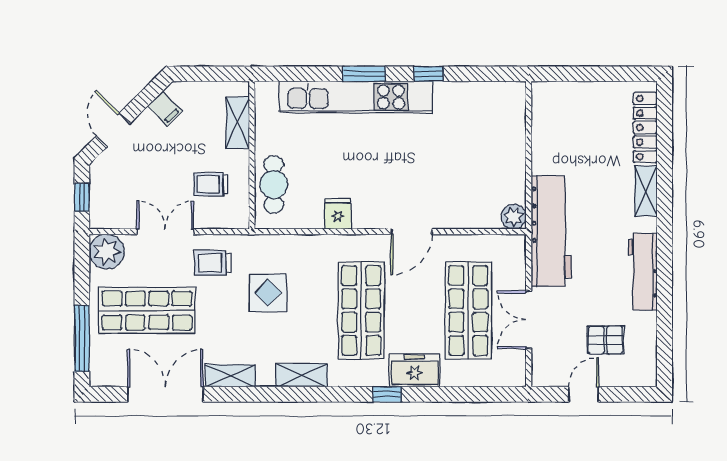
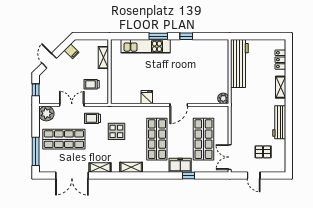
kitchen unit: (356, 97) -> (146, 46), width x0.73
locker: (645, 128) -> (280, 60), width x0.66
cafe table: (274, 184) -> (119, 84), removed
workbench: (551, 231) -> (239, 63), moved
double door: (529, 320) -> (230, 157), moved
double door: (165, 394) -> (72, 175), swing flipped
window: (387, 394) -> (188, 175), moved
door: (583, 394) -> (254, 175), swing flipped

